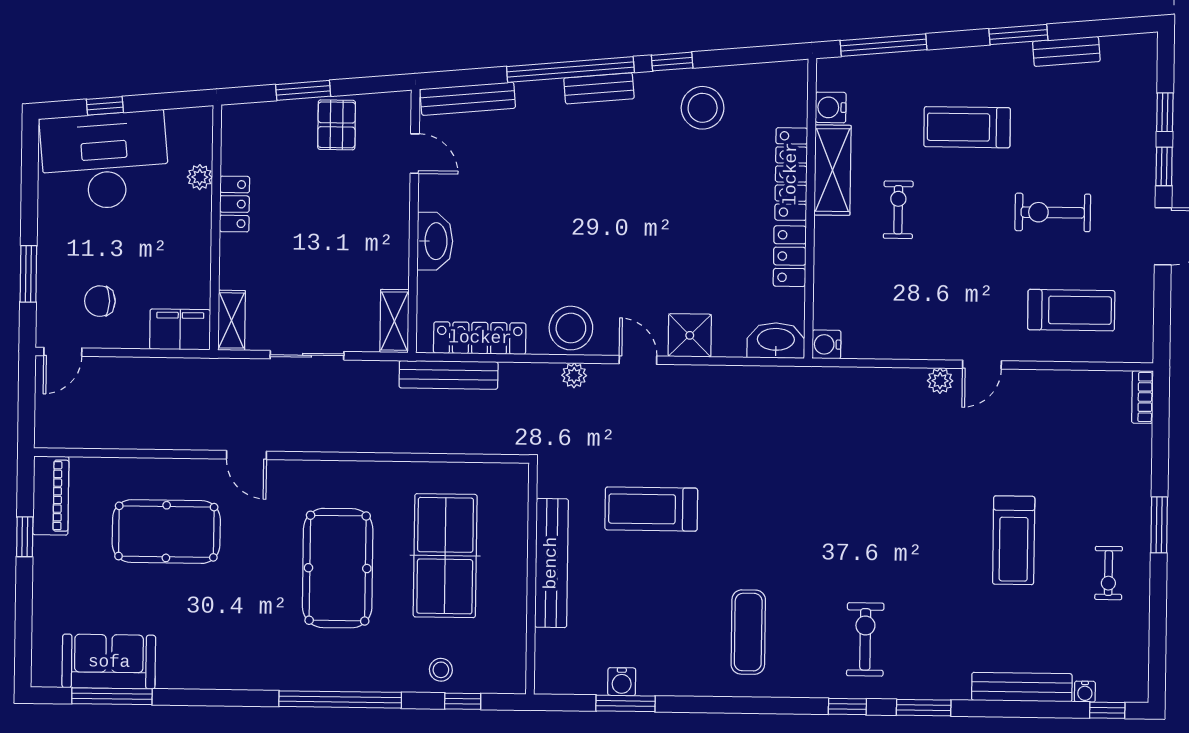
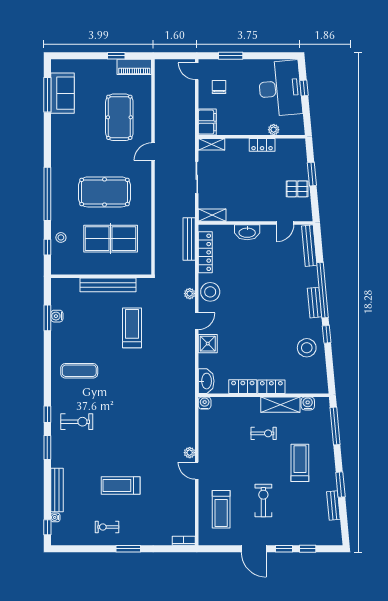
locker: (791, 174) -> (271, 387), width x0.66

